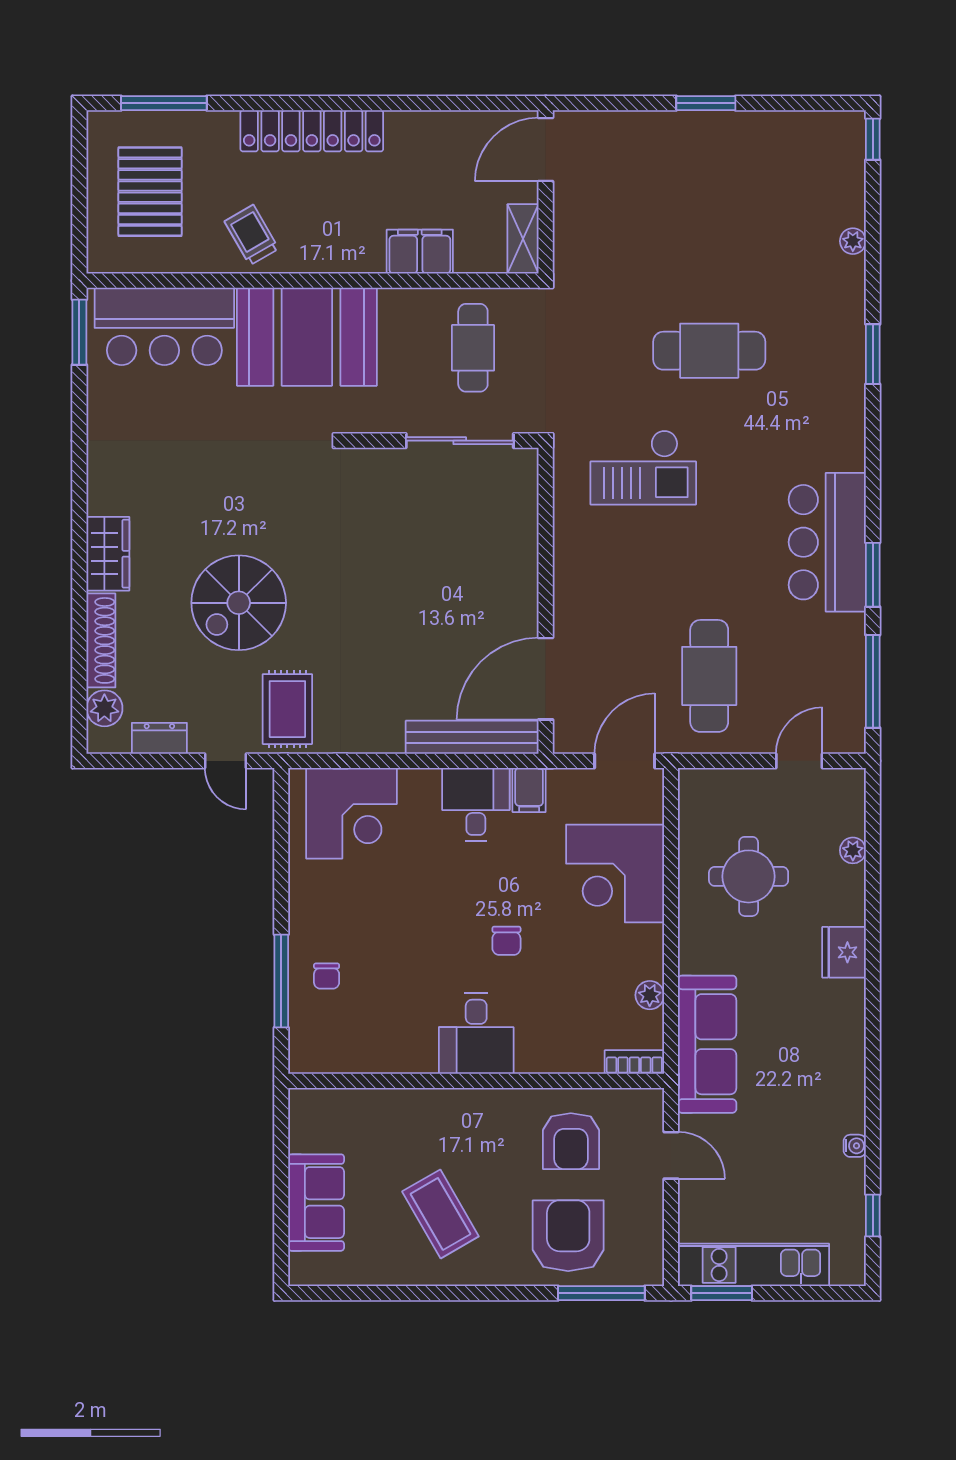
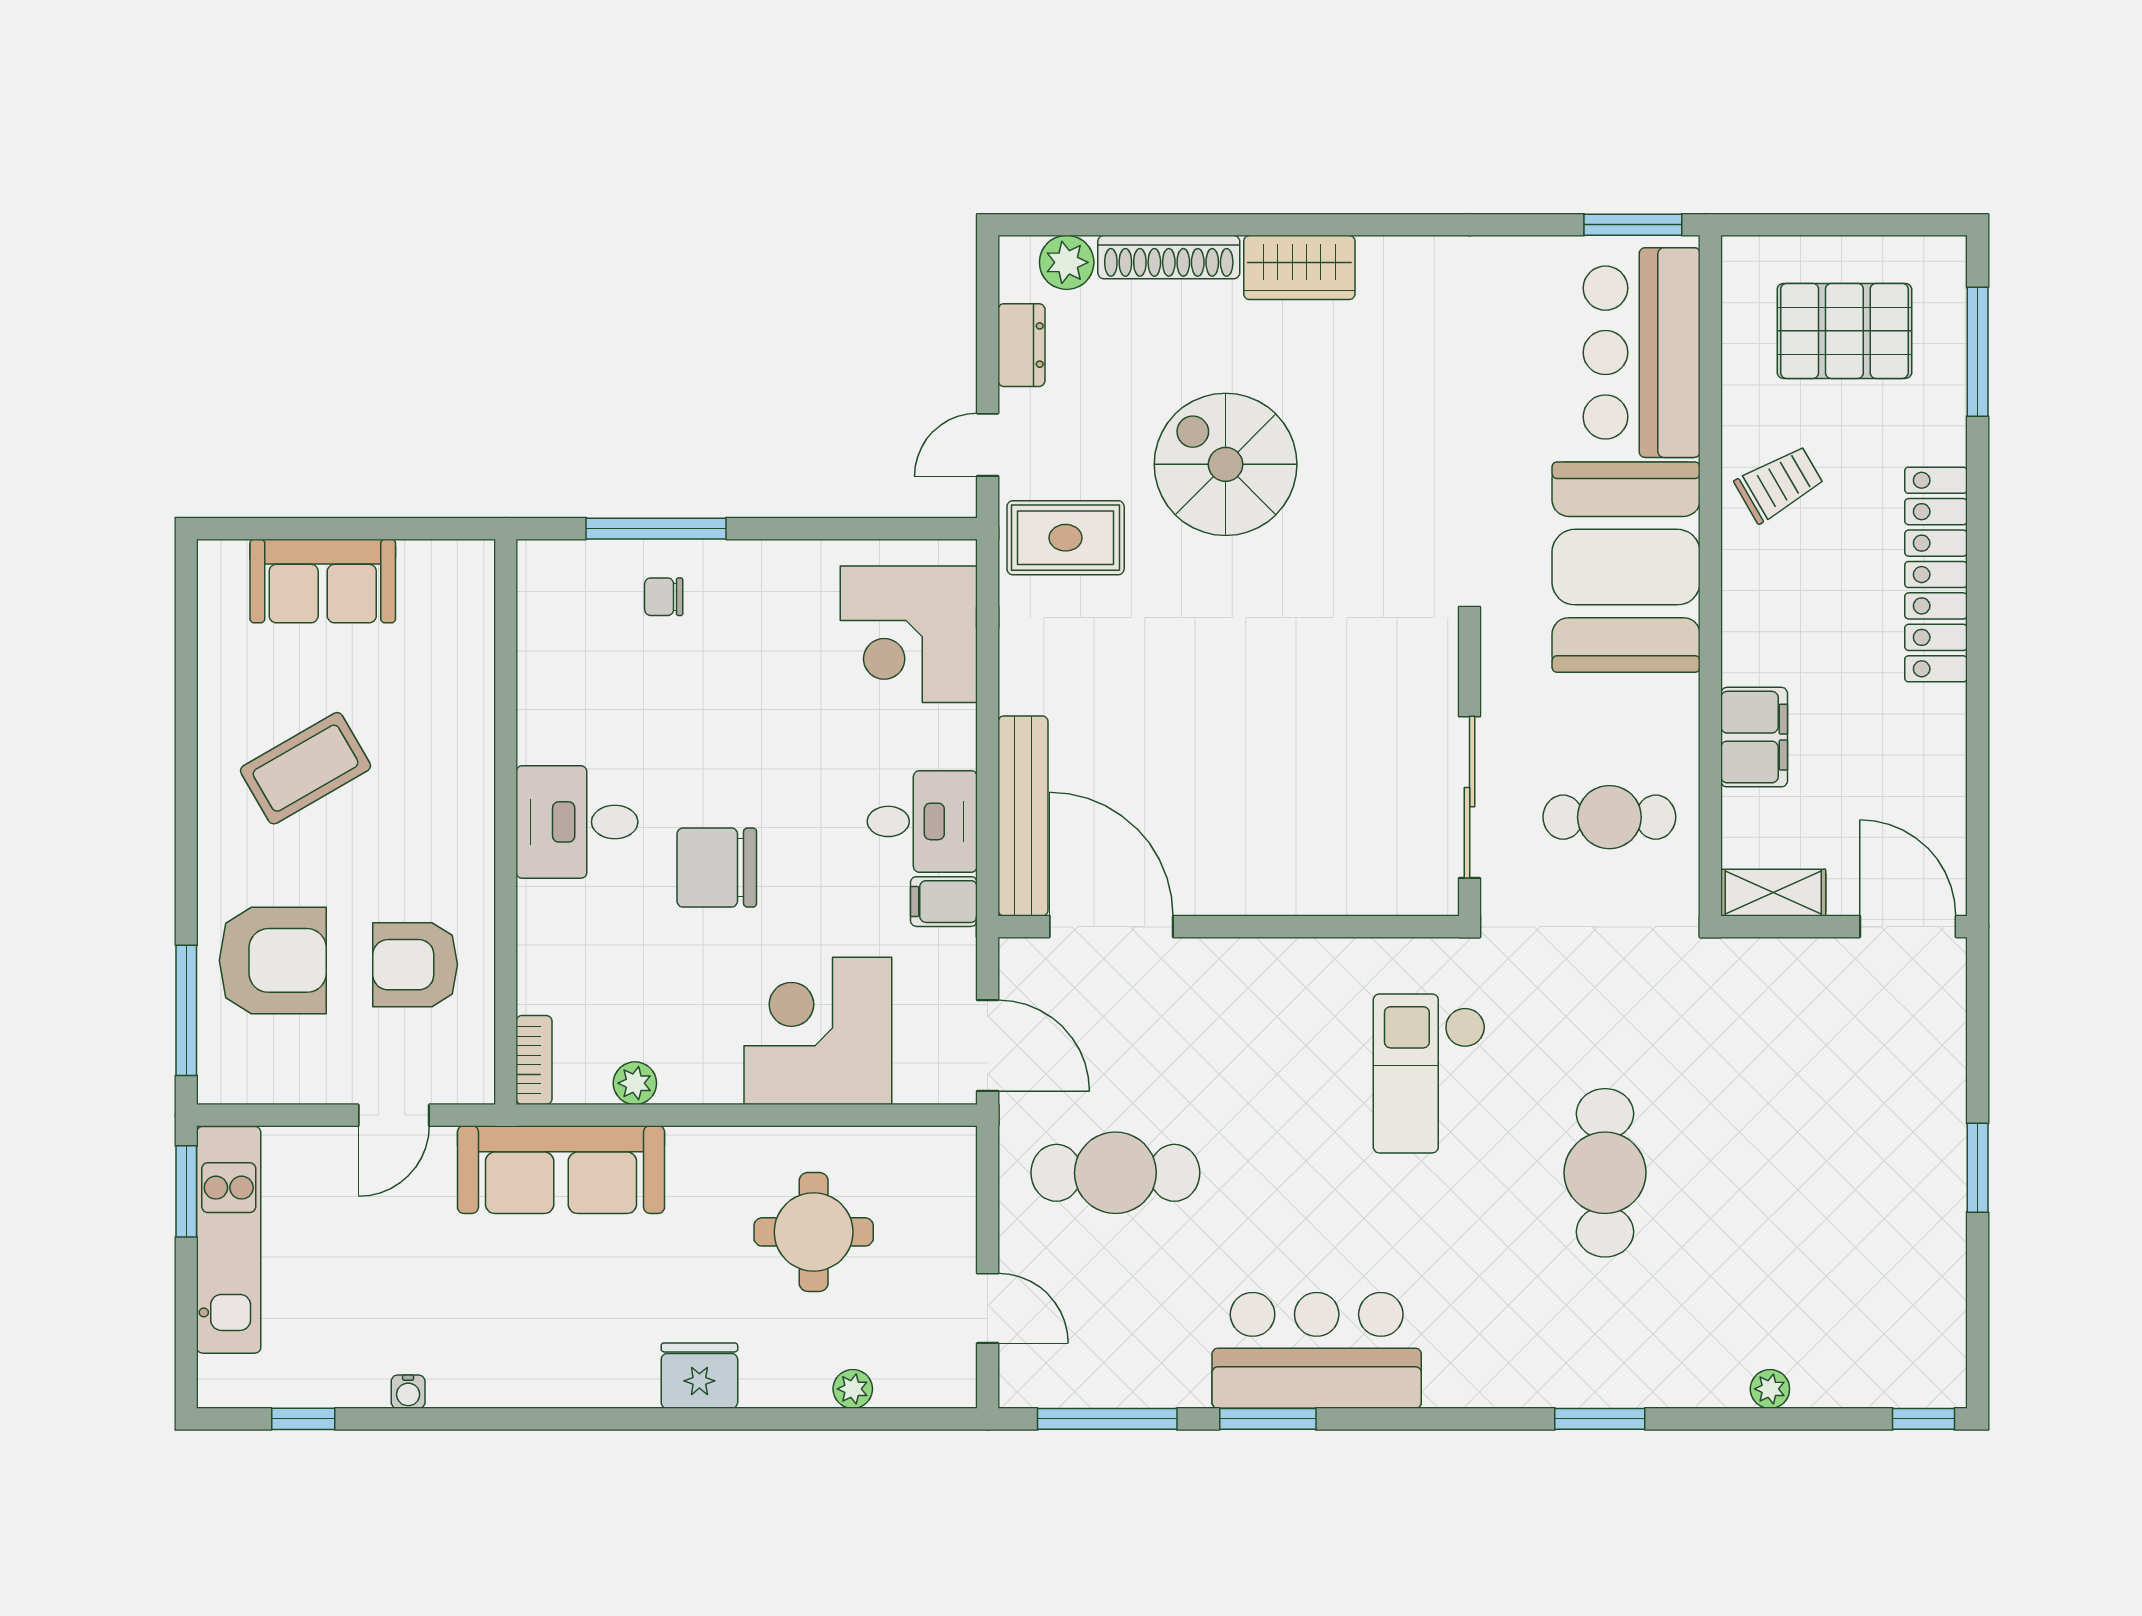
chair: (506, 941) -> (717, 868), width x1.87, depth x1.87

